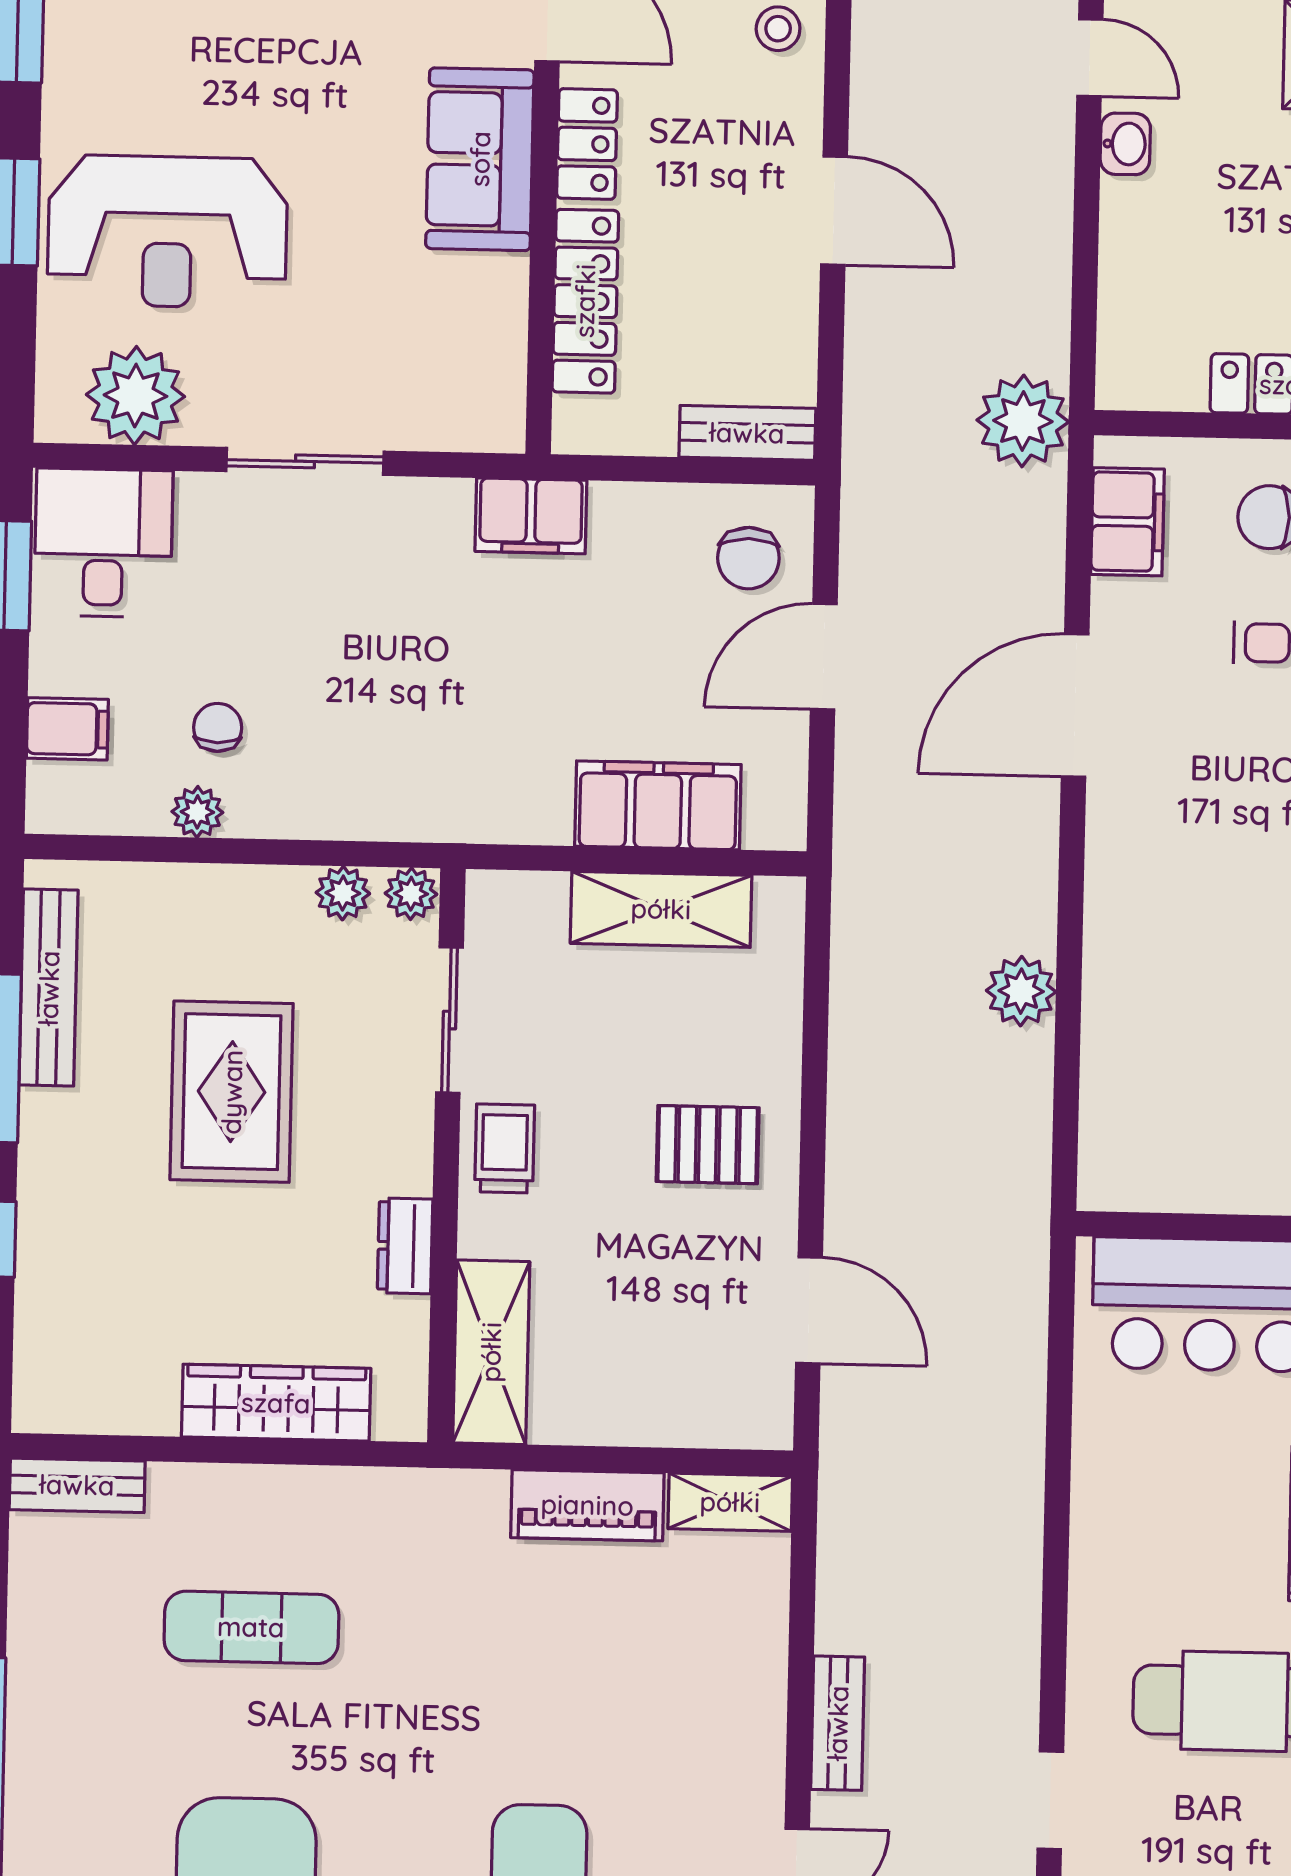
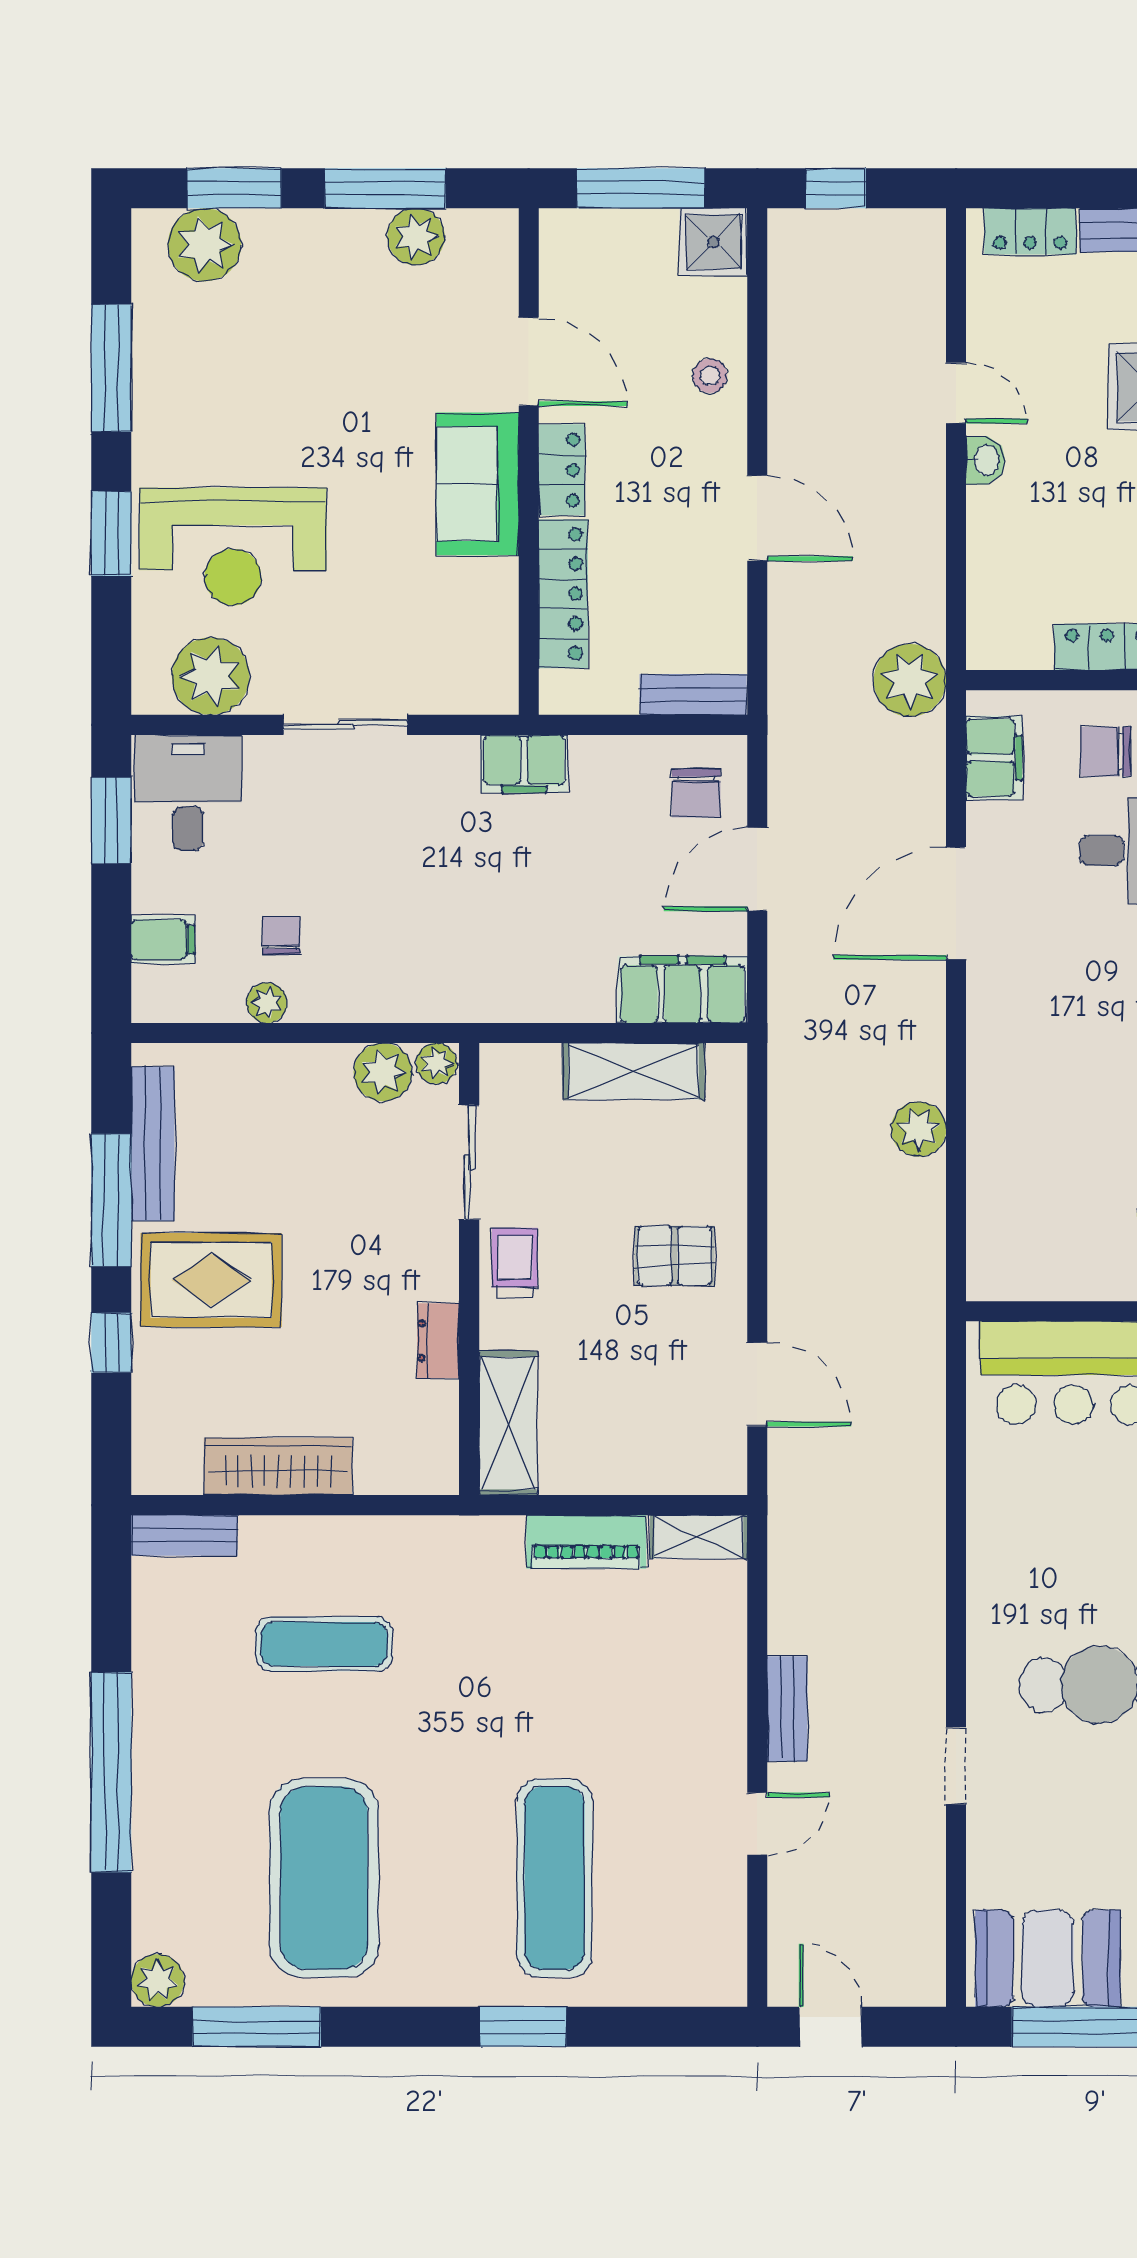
filing cabinet: (658, 805) -> (682, 989), moved
plant: (343, 893) -> (383, 1072), width x1.38, depth x1.38
rug: (232, 1092) -> (211, 1280), moved, turned 90
wardrobe: (276, 1403) -> (278, 1467), moved

